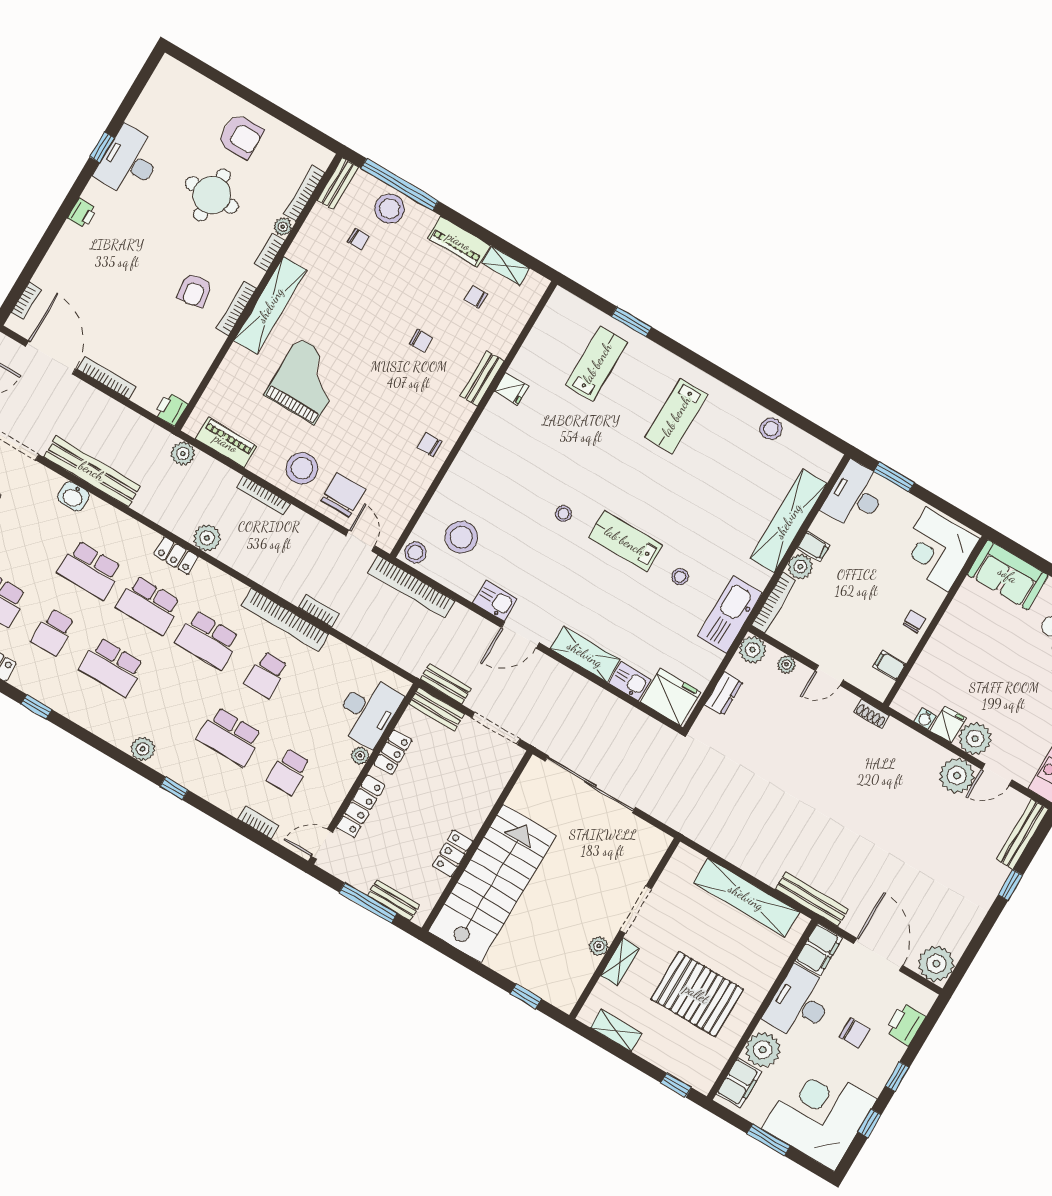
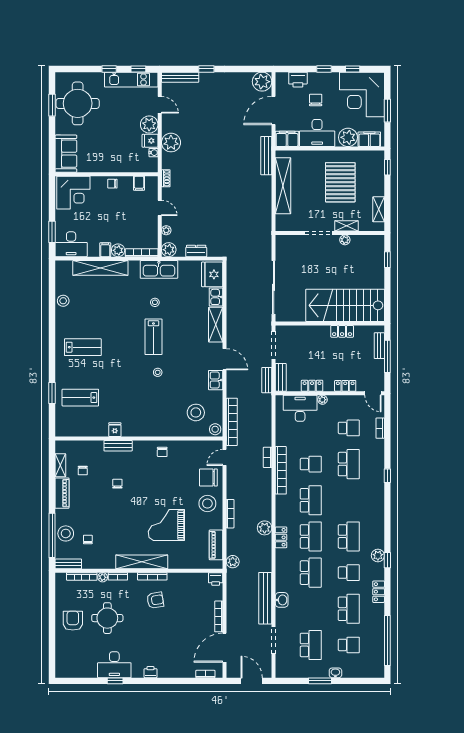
plant: (143, 749) -> (378, 555), moved
plant: (957, 776) -> (171, 143), moved
locker: (361, 806) -> (345, 386), width x0.66

